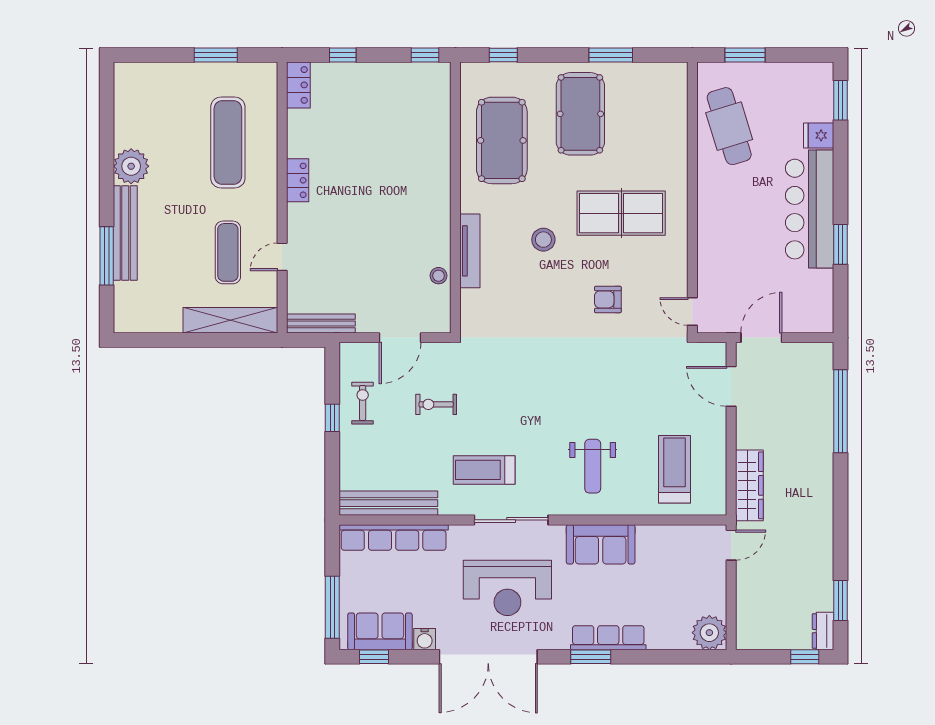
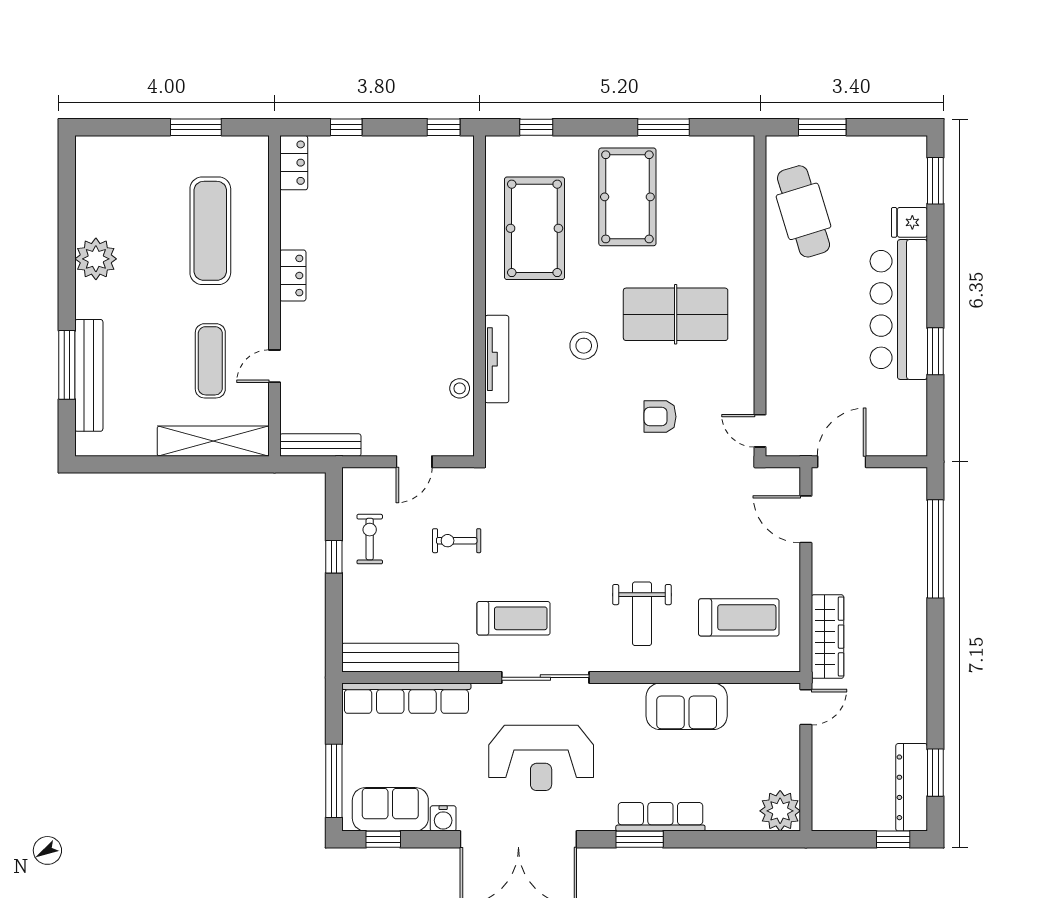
bench: (125, 233) -> (89, 375), moved
door: (400, 338) -> (414, 462), width x0.73
treadmill: (674, 469) -> (739, 617), turned 90
treadmill: (484, 470) -> (513, 618), turned 180
sofa: (601, 544) -> (687, 706), moved
dresser: (823, 631) -> (912, 787), width x1.96, depth x1.24

